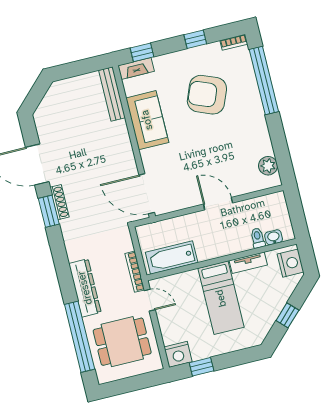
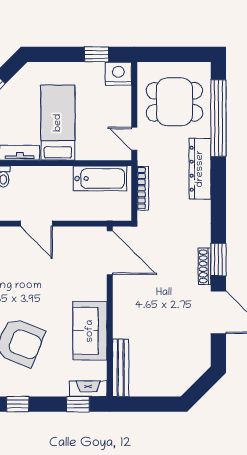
bookcase: (135, 272) -> (143, 188), moved

